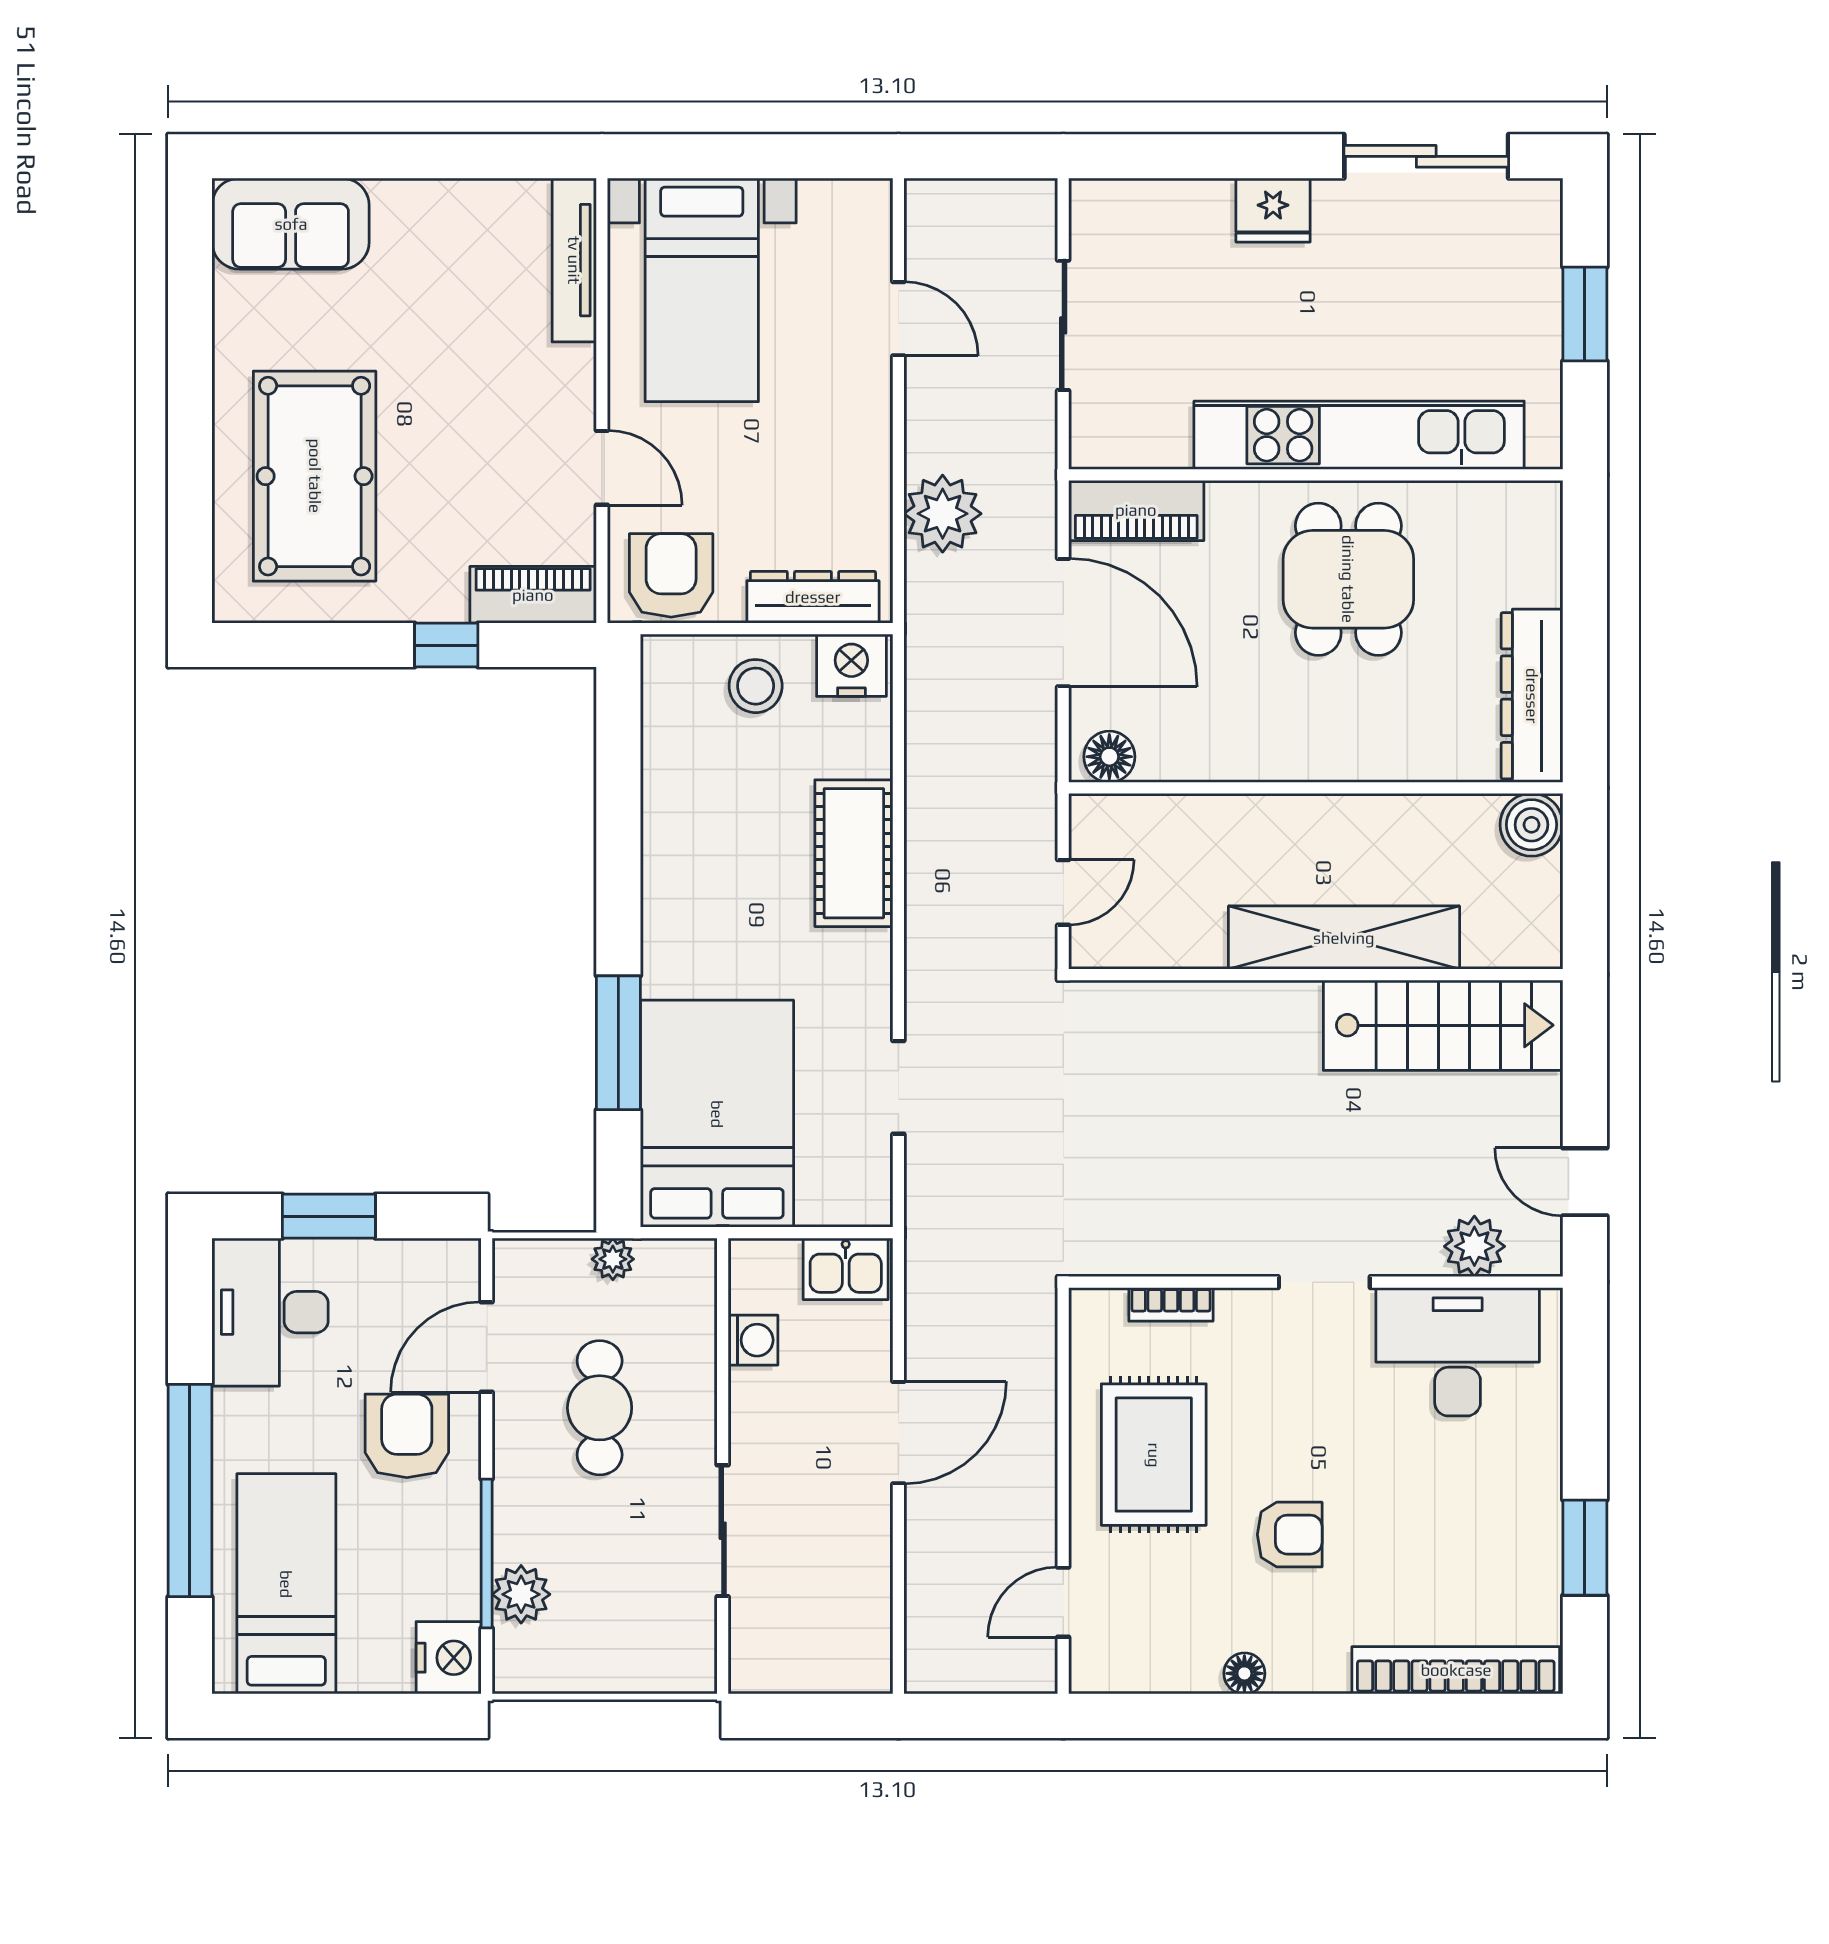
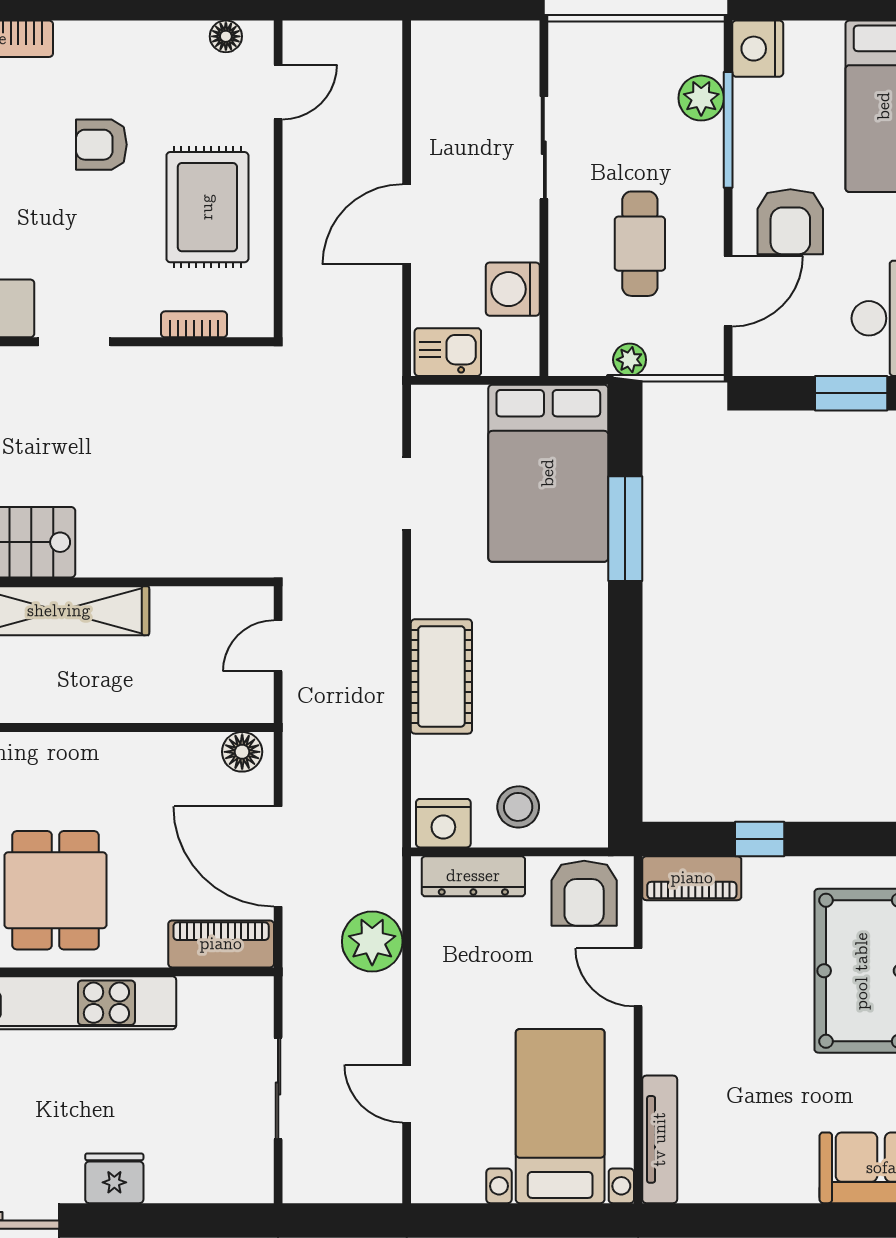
washing machine: (753, 1340) -> (513, 289), width x1.38, depth x1.38
floor lamp: (1244, 1673) -> (226, 36), moved

